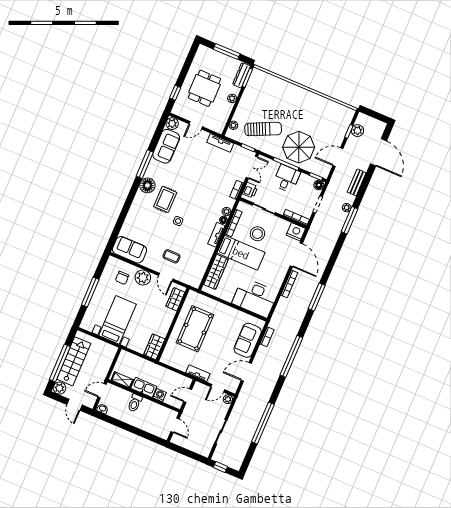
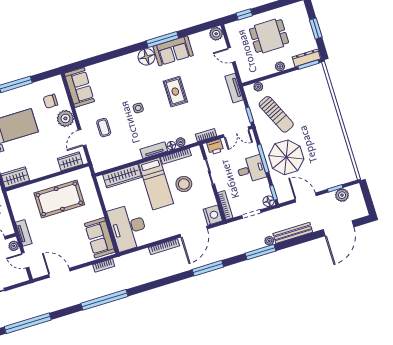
window: (227, 51) -> (316, 29), width x0.69
sofa: (166, 146) -> (173, 51), moved
bench: (357, 182) -> (293, 233), width x1.36
rug: (165, 199) -> (175, 92), moved, turned 90
window: (317, 297) -> (208, 268), moved
sofa: (248, 340) -> (100, 238), moved, turned -90
plant: (228, 399) -> (14, 246), moved

